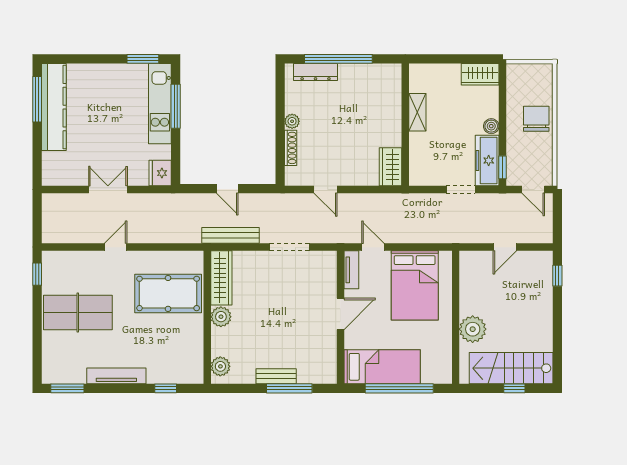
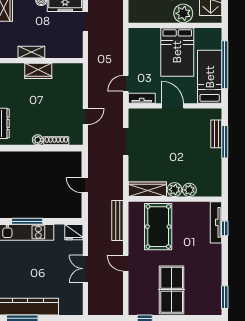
wardrobe: (391, 167) -> (38, 71), moved
door: (227, 189) -> (85, 185), swing flipped
bench: (231, 235) -> (118, 220), moved
bed: (415, 285) -> (177, 52), moved, turned 90
plant: (220, 366) -> (189, 190), moved
tv unit: (116, 376) -> (216, 222), moved
bench: (276, 376) -> (216, 134), moved

